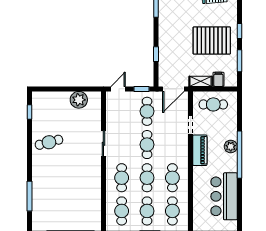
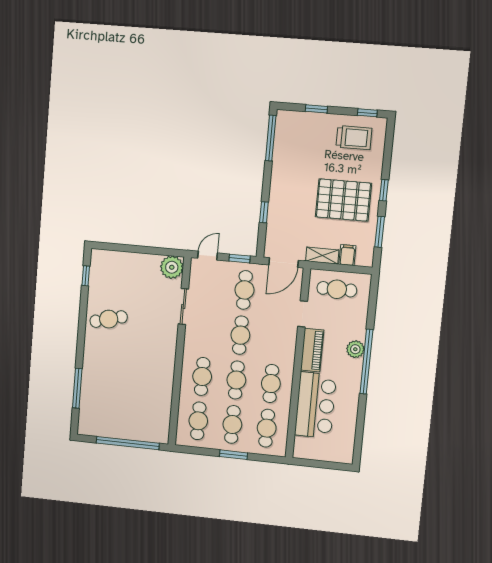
plant: (79, 100) -> (172, 267), moved
sliding door: (103, 144) -> (183, 306), moved
bar counter: (224, 196) -> (315, 405), moved, turned 180

